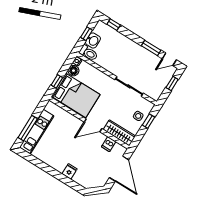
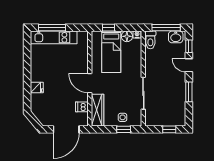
window: (86, 34) -> (166, 28), width x2.17
washbasin: (93, 40) -> (176, 37), moved
door: (169, 59) -> (189, 65), moved
bed: (76, 95) -> (111, 52), width x0.67

